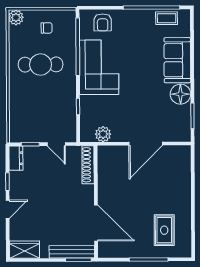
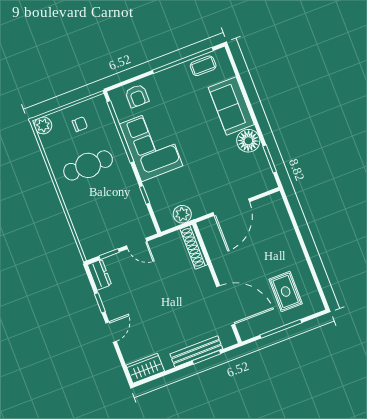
shoe rack: (88, 165) -> (194, 247), moved
wall: (96, 202) -> (217, 283), moved
door: (96, 223) -> (226, 305), moved

